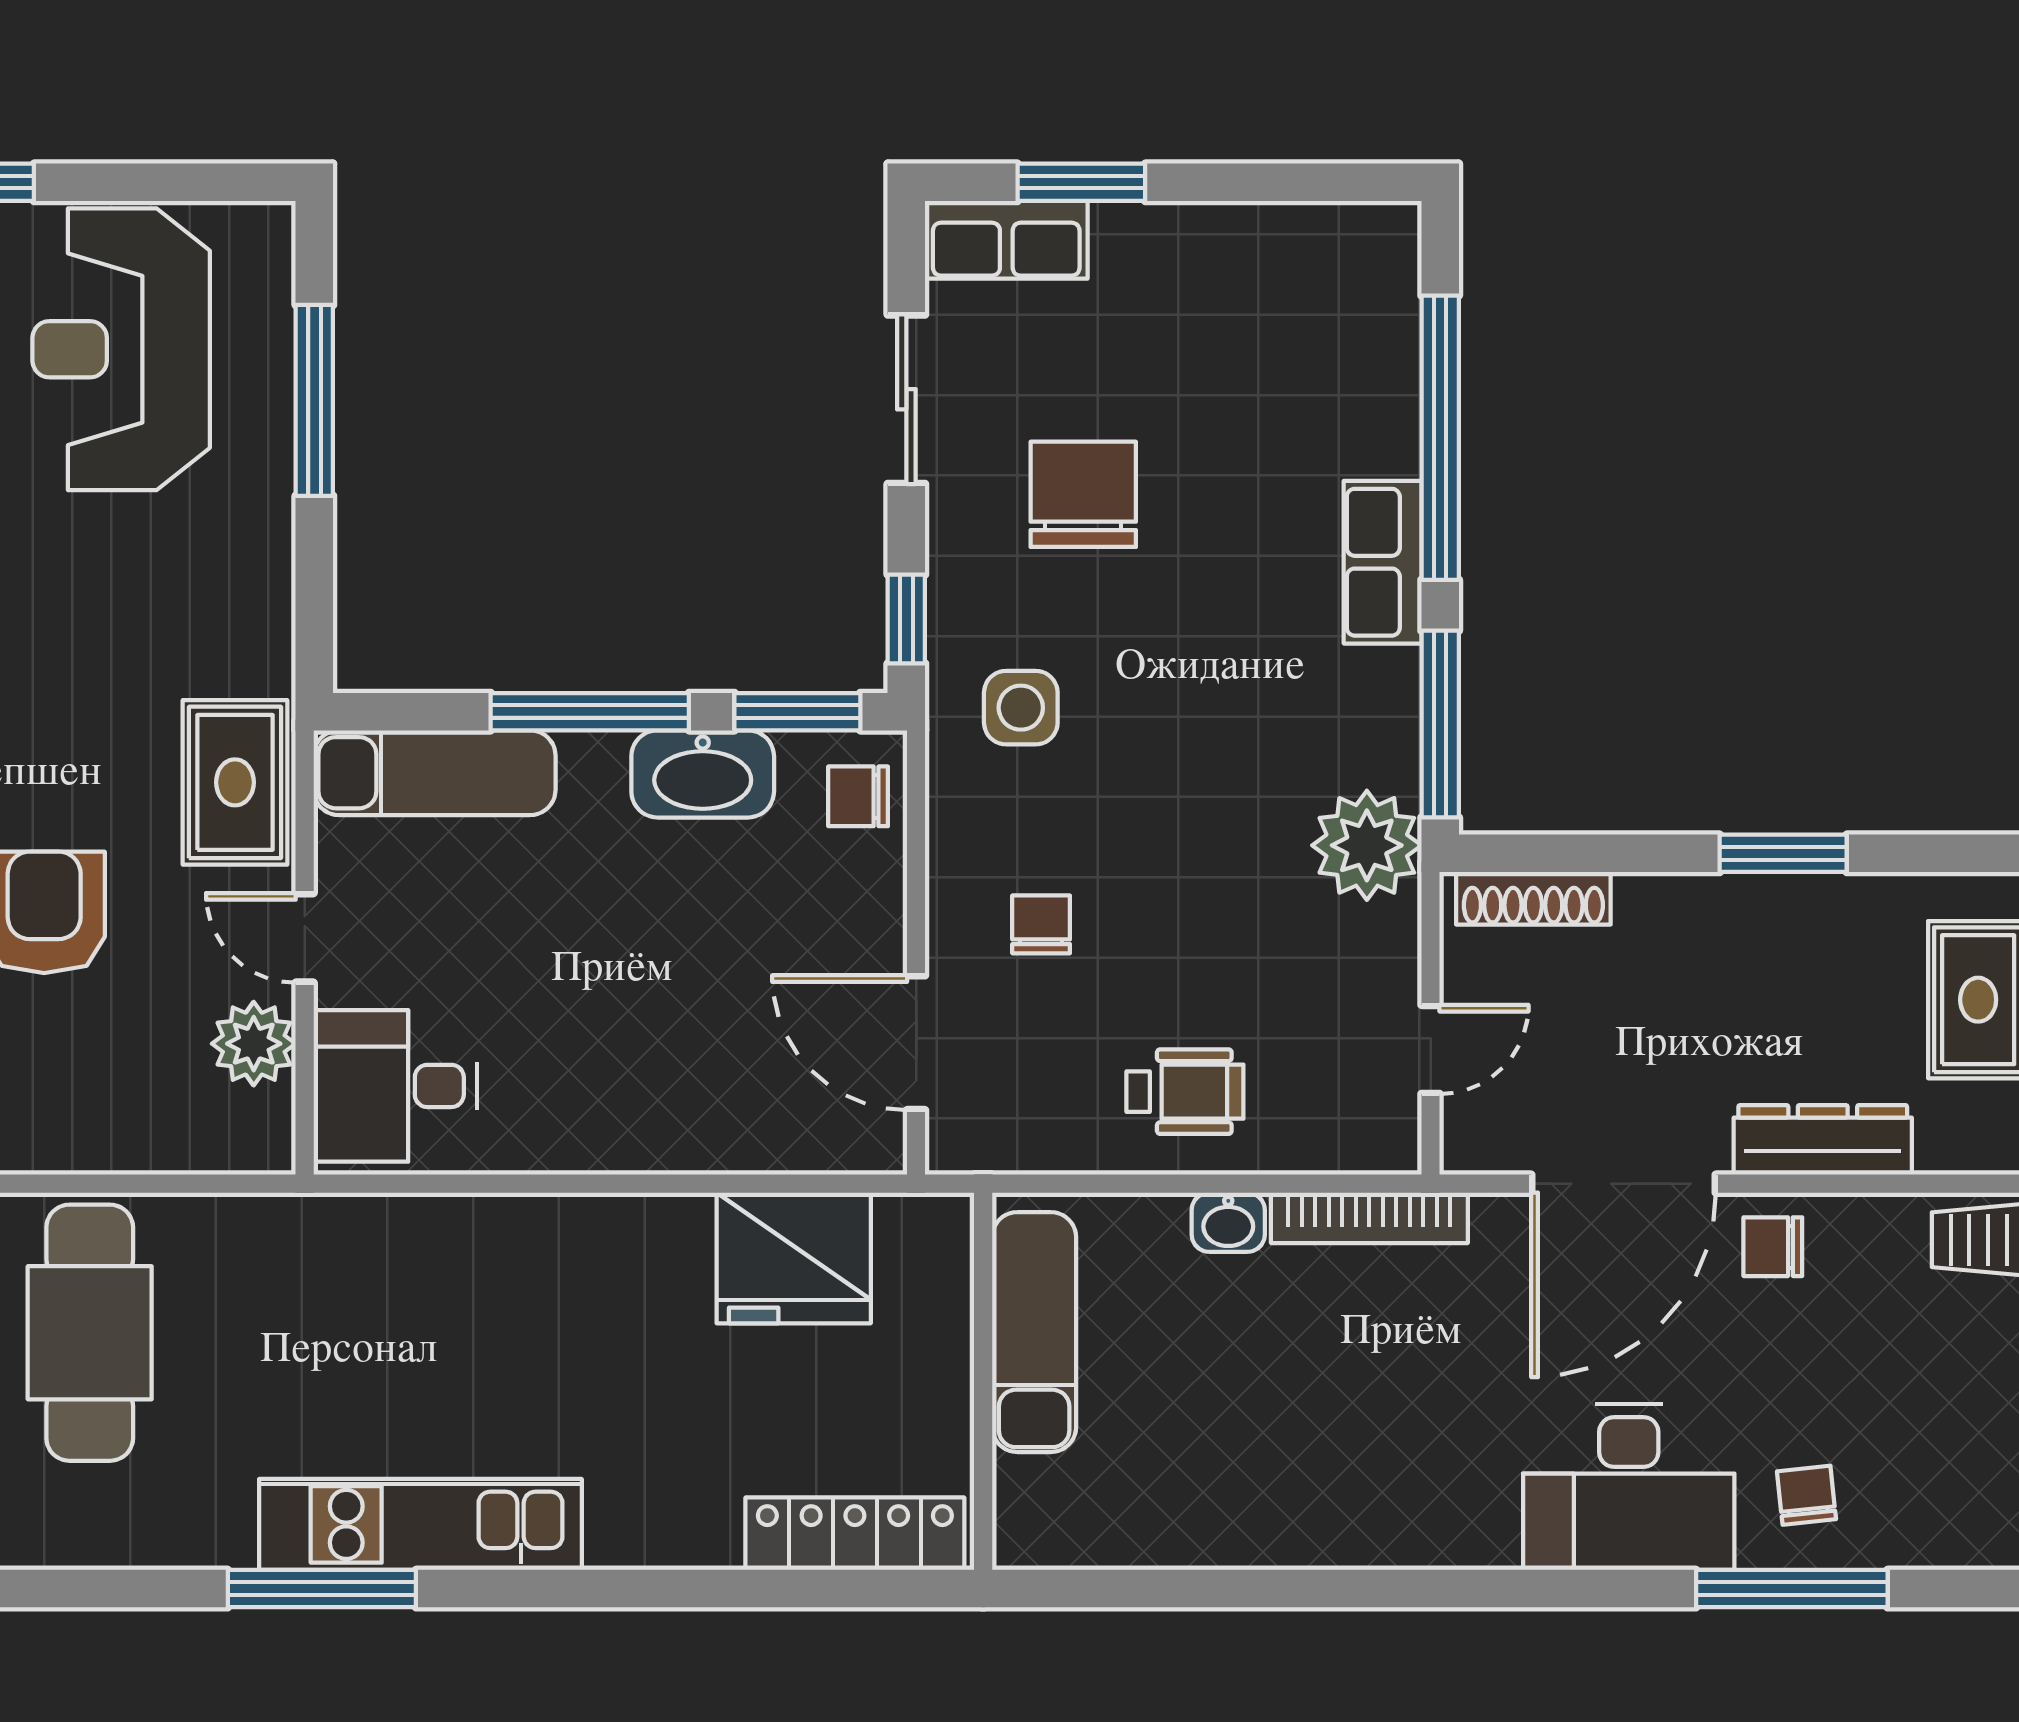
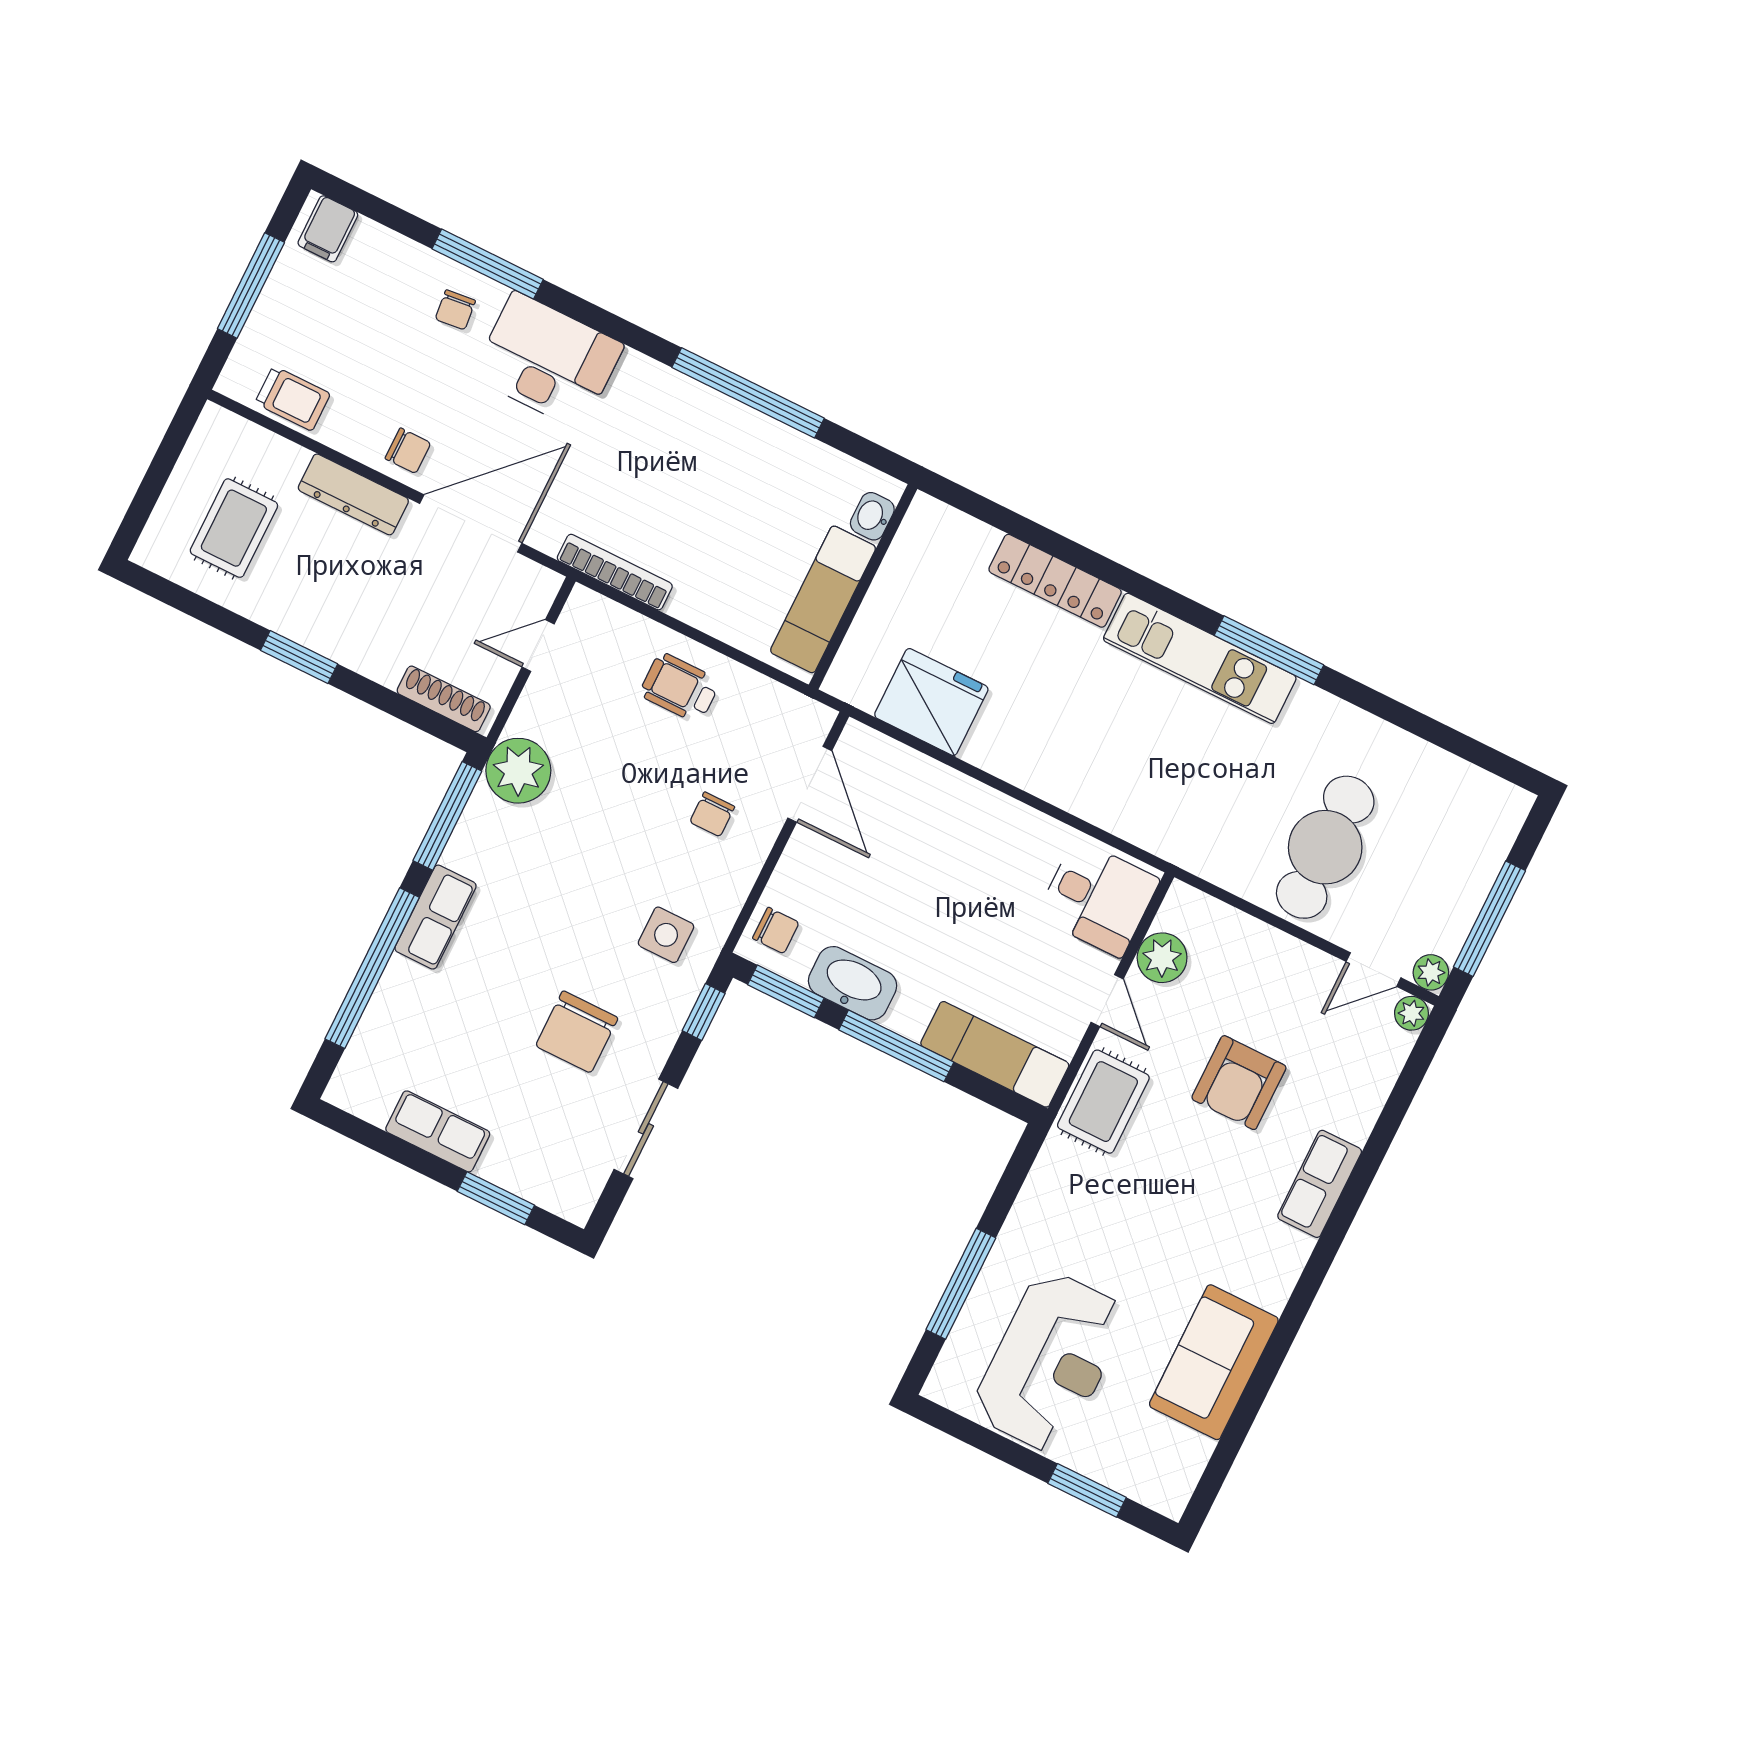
row of seats: (1006, 240) -> (438, 1131), moved
washbasin: (1228, 1222) -> (872, 516), moved, turned -90
locker: (855, 1534) -> (1055, 581), moved
window: (1302, 1589) -> (748, 393), added

